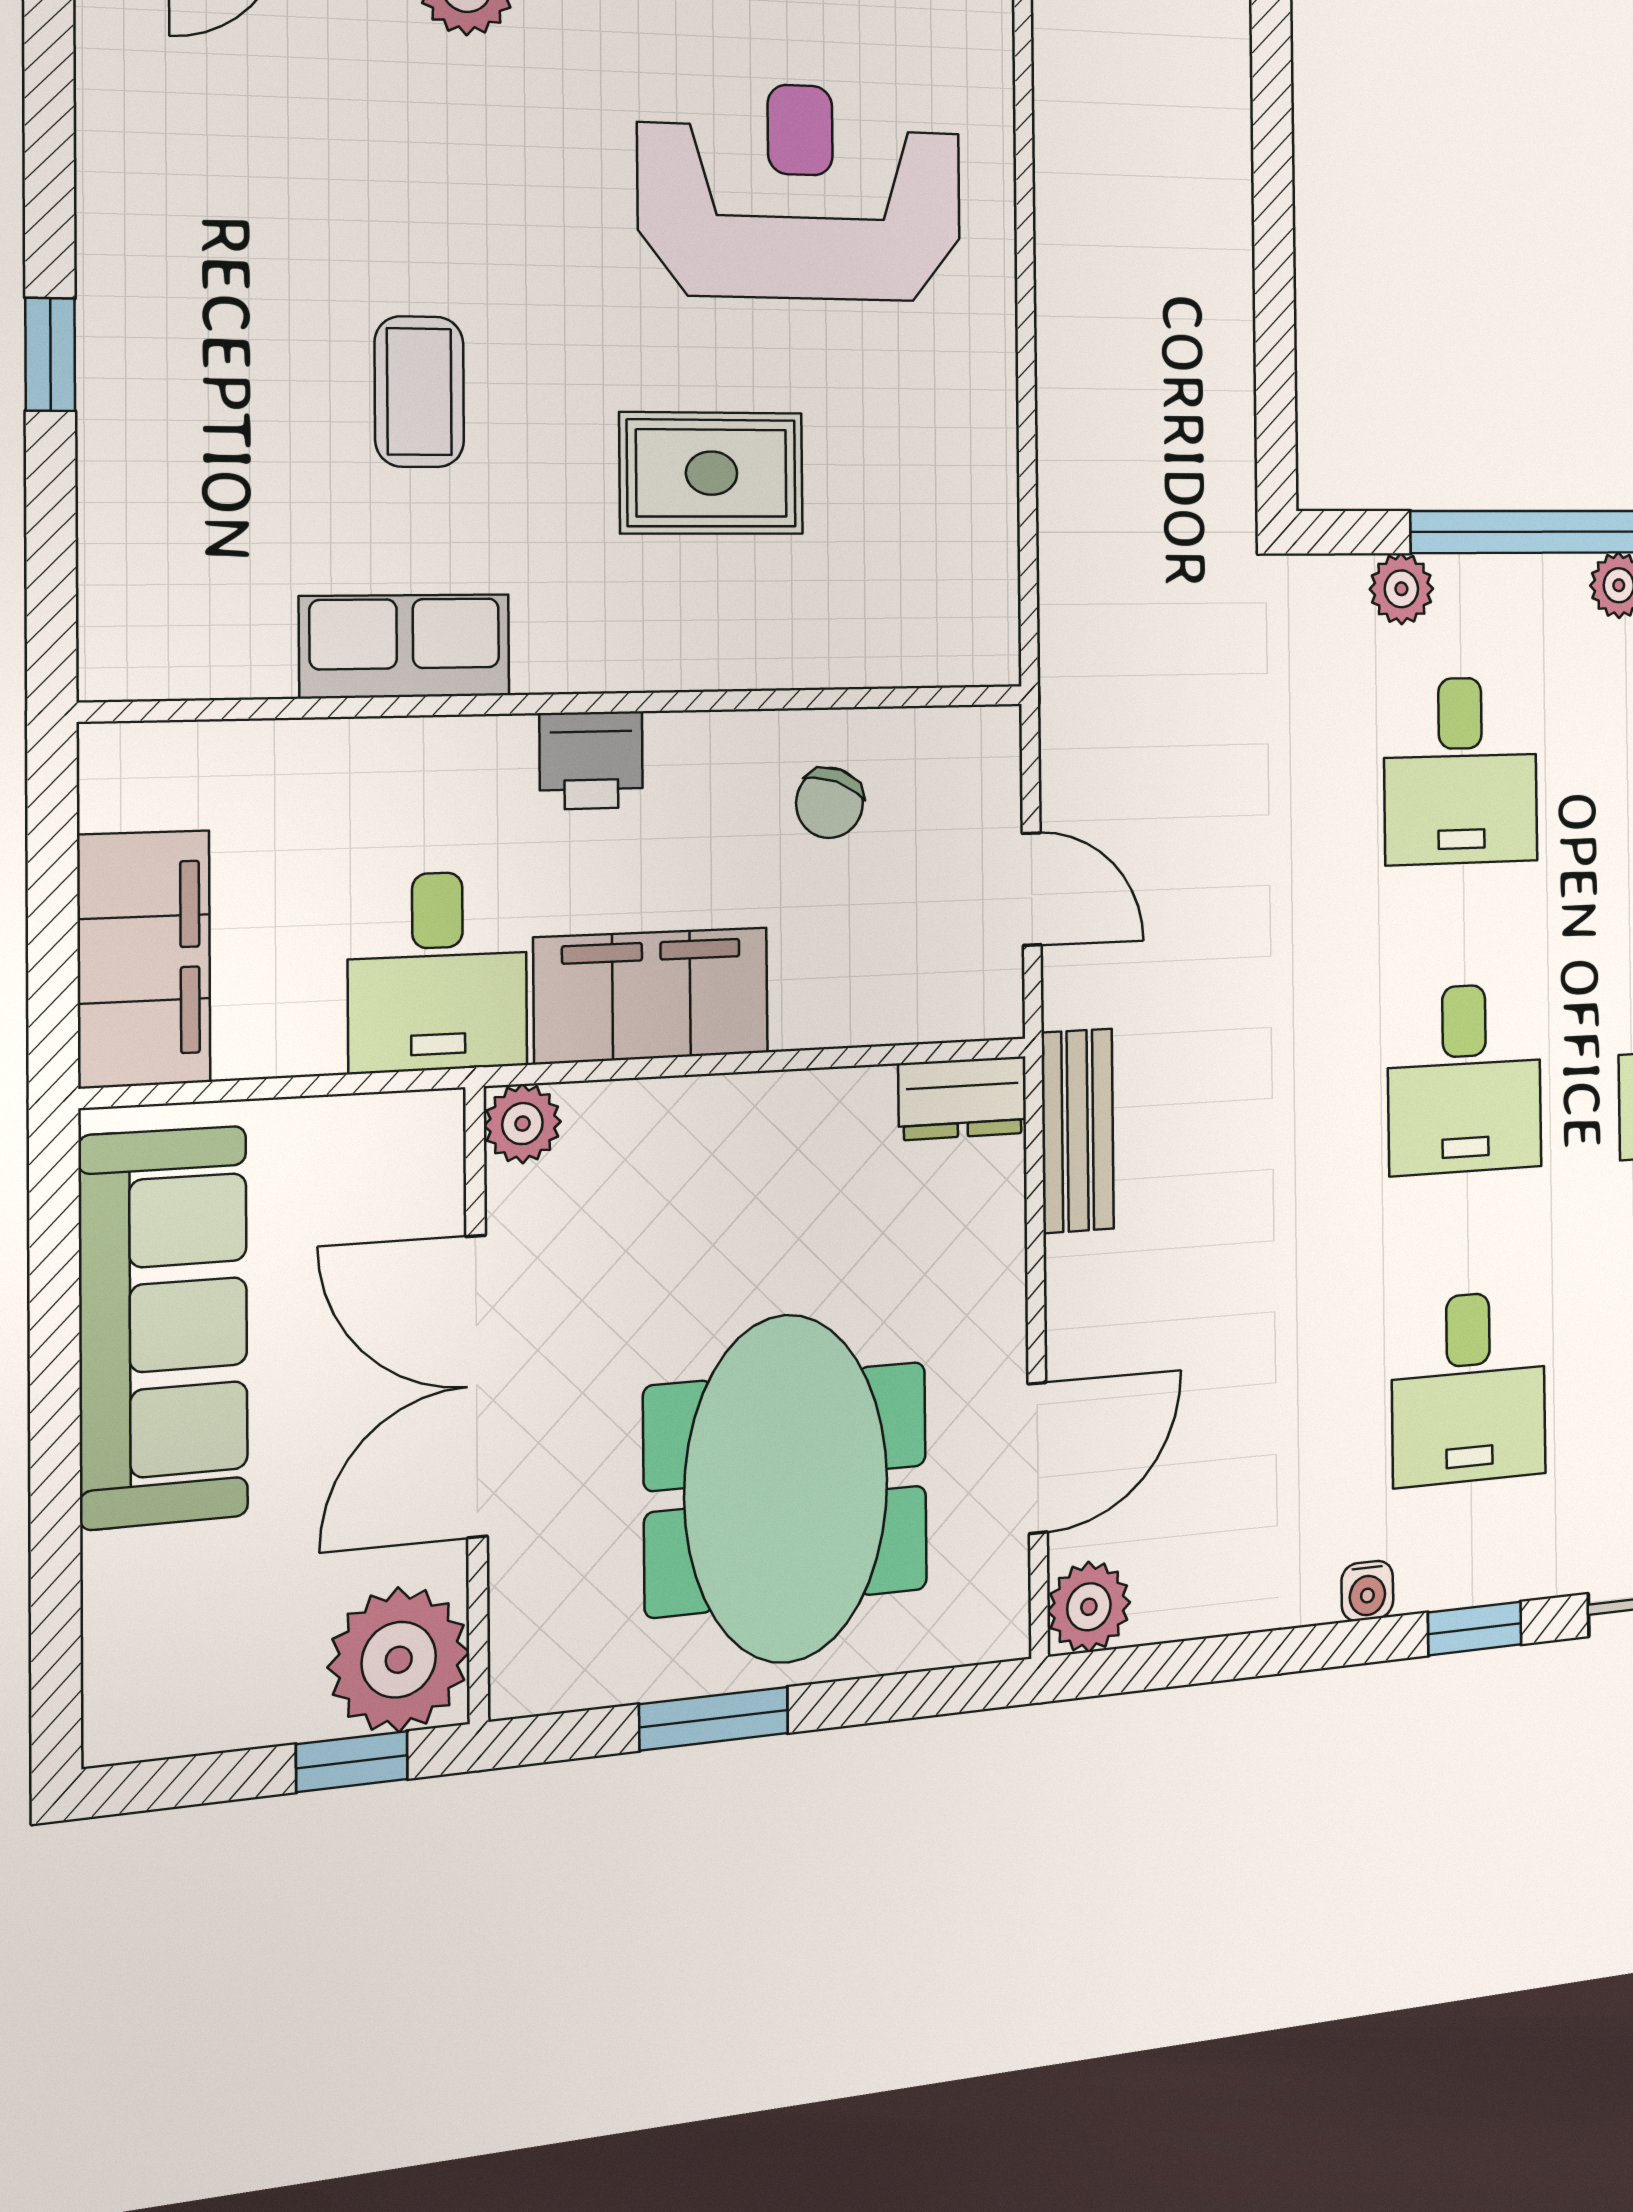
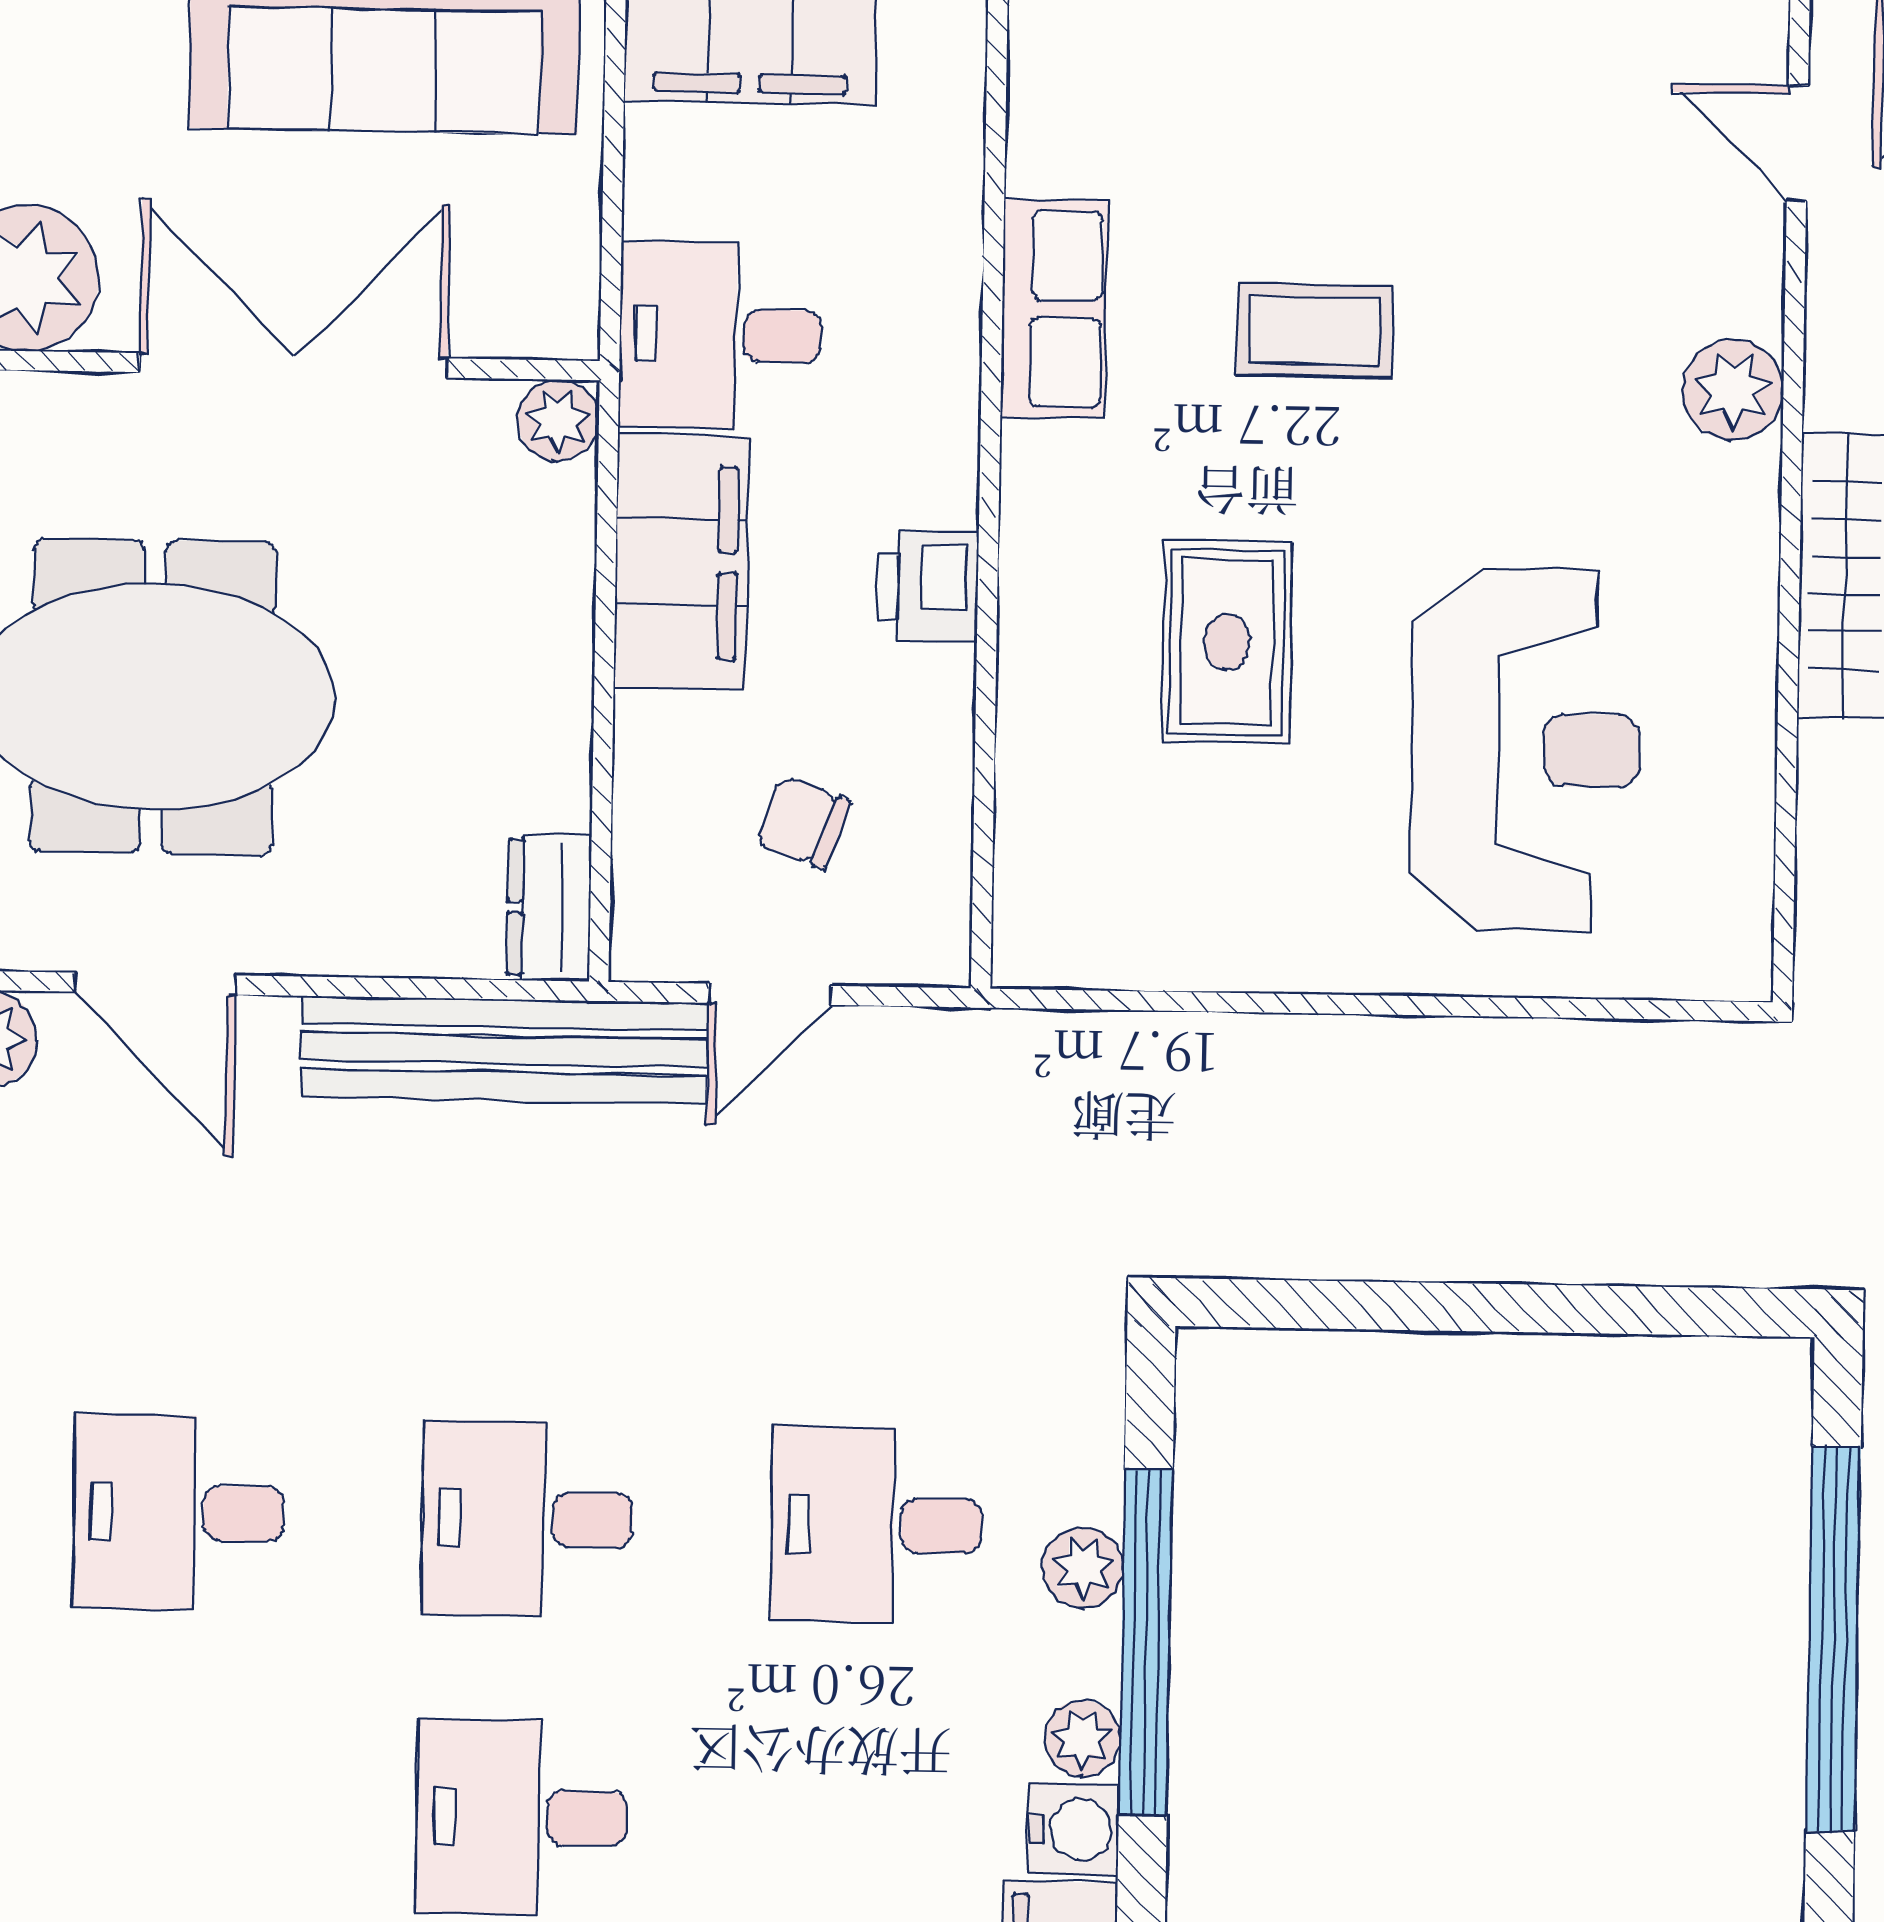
plant: (1401, 589) -> (1083, 1567), moved
printer: (591, 760) -> (928, 587), moved
chair: (830, 803) -> (803, 822), moved
bench: (1078, 1131) -> (504, 1050), width x1.86, depth x1.21

